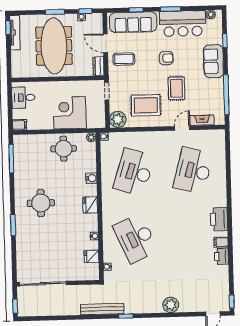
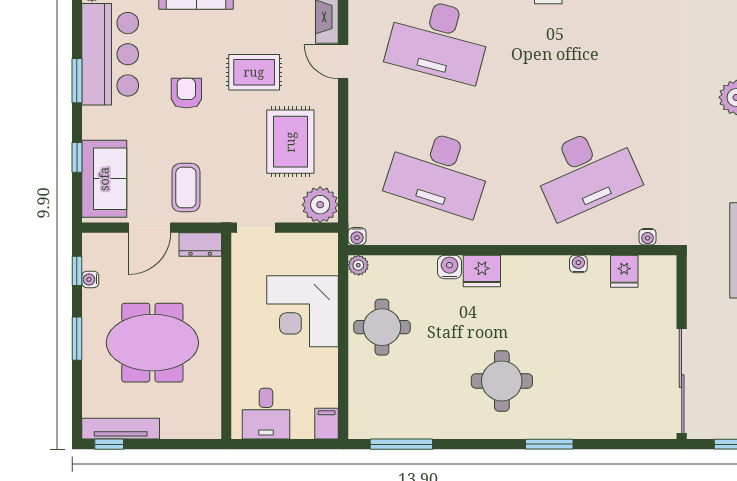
sofa: (133, 22) -> (104, 179), width x0.73
meeting table: (54, 46) -> (152, 343), width x0.73
fridge: (90, 205) -> (482, 271), moved

